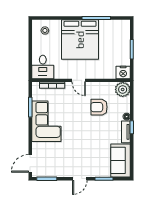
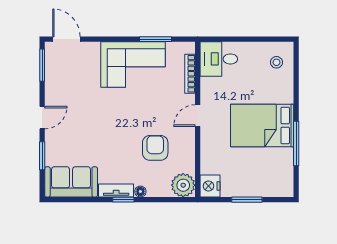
bed: (80, 40) -> (262, 125), width x0.73
door: (80, 179) -> (42, 118), swing flipped

